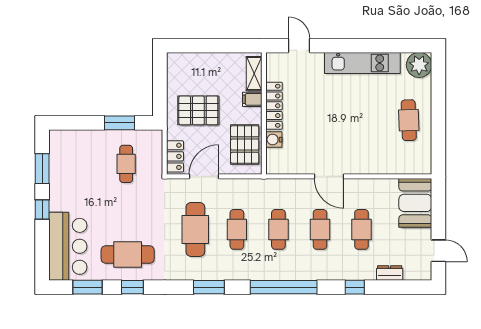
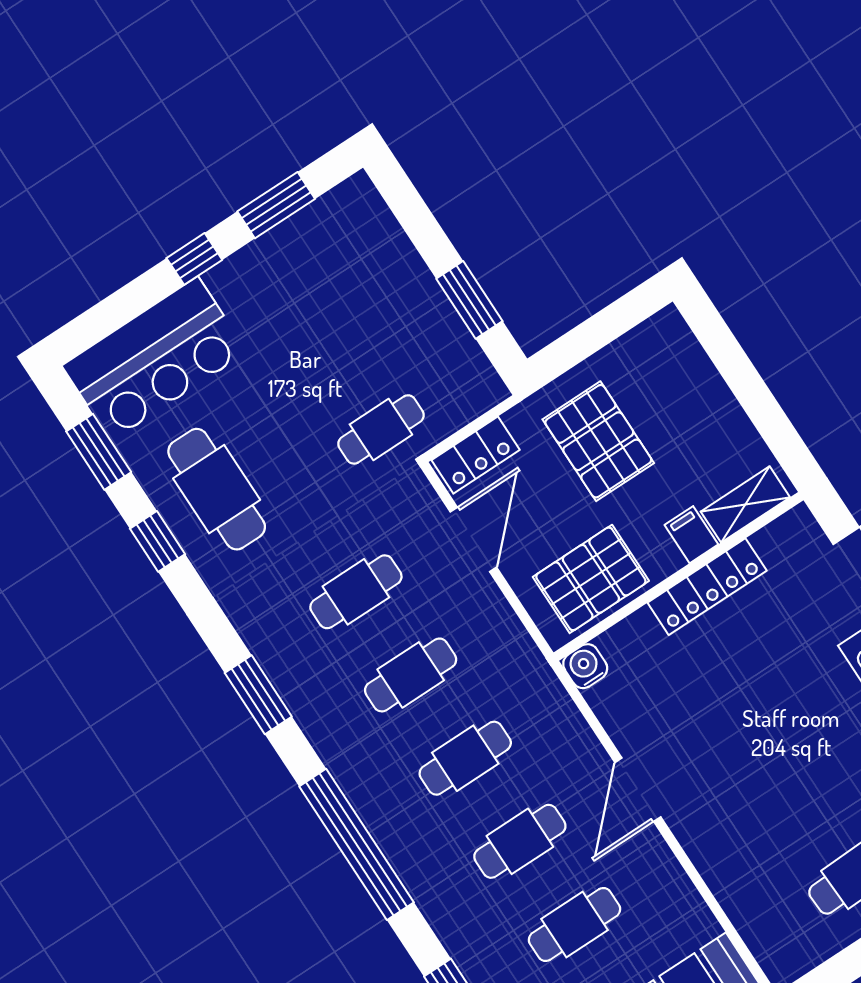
water cooler: (274, 140) -> (585, 666), moved
cafe table: (126, 164) -> (381, 429), moved
door: (204, 176) -> (473, 539), hinge flipped
cafe table: (195, 229) -> (356, 592), width x0.73, depth x0.74

